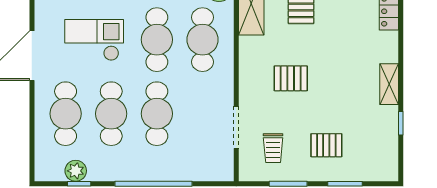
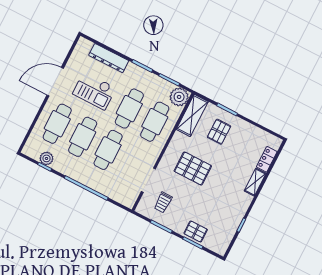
checkout: (94, 40) -> (94, 91), turned 180
pallet: (291, 78) -> (193, 168), width x1.50, depth x1.42
shelving: (389, 84) -> (255, 182), moved
pallet: (326, 145) -> (196, 231), moved

